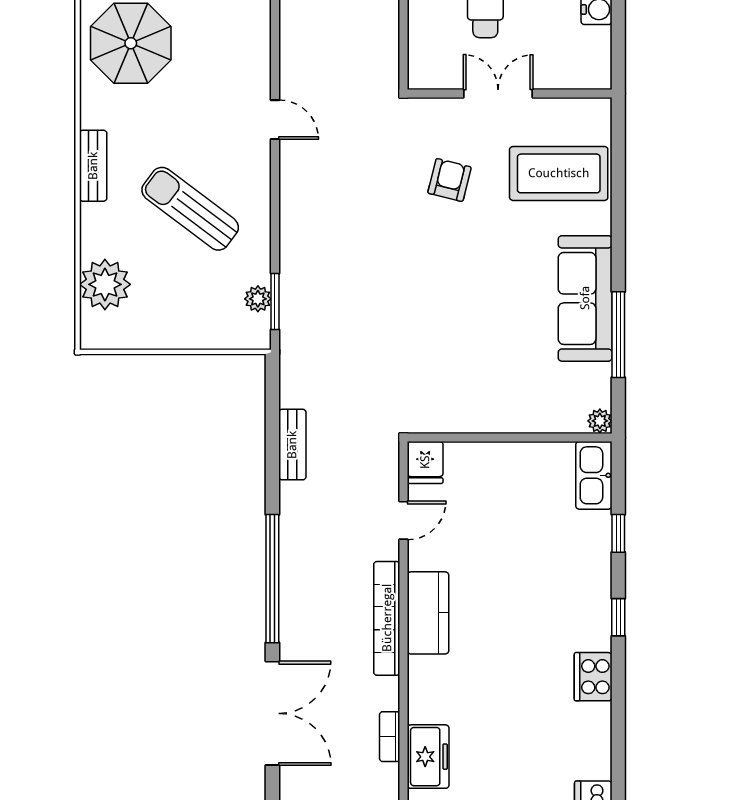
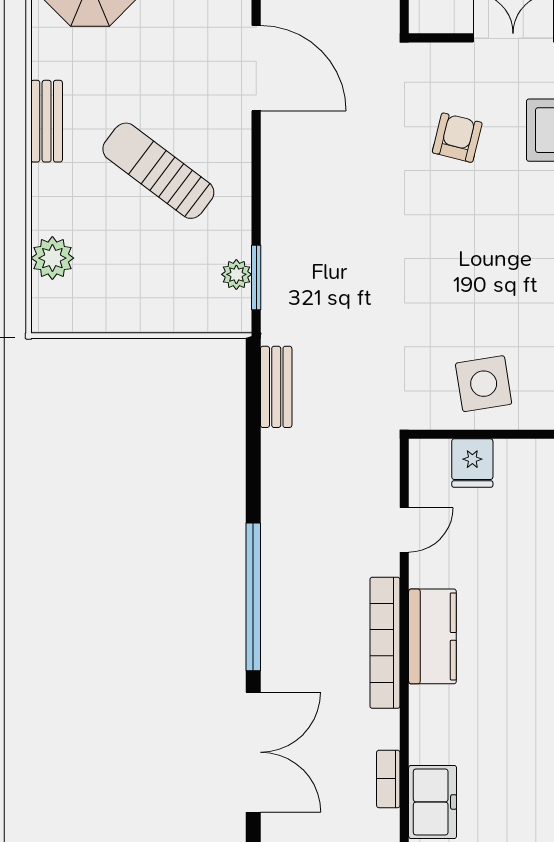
door: (275, 120) -> (256, 68), width x1.88
plant: (105, 284) -> (52, 258), width x0.73, depth x0.73
side table: (472, 394) -> (484, 384), added
bench: (292, 445) -> (276, 387), moved
fridge: (425, 462) -> (472, 463), moved

